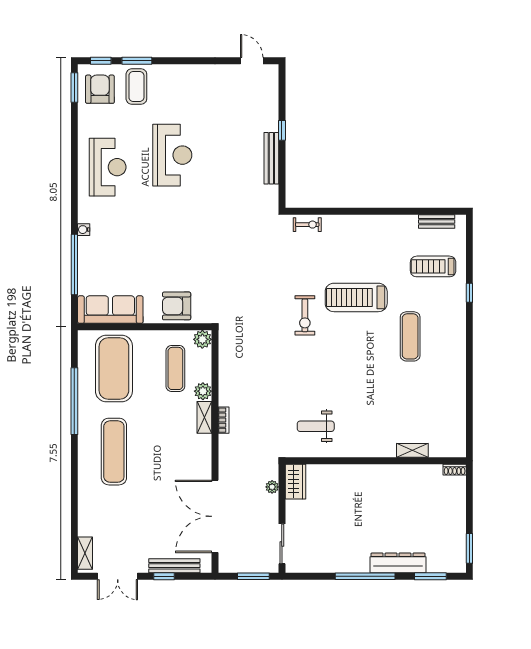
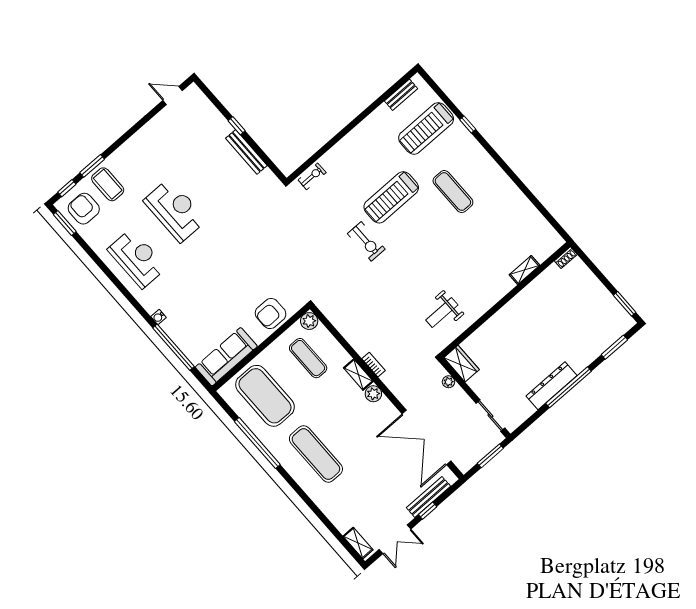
treadmill: (433, 266) -> (426, 128), width x1.37, depth x1.38
plant: (203, 391) -> (373, 394), moved
dresser: (398, 563) -> (552, 386), moved

